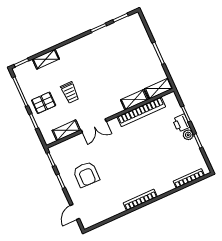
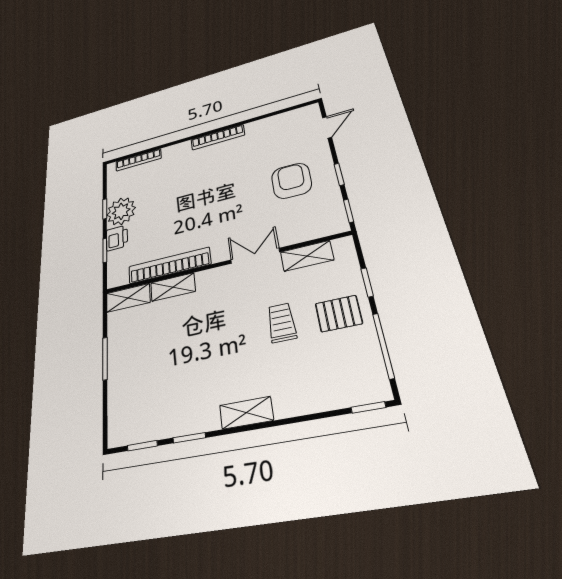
shelving: (46, 59) -> (246, 413), moved
plant: (188, 135) -> (121, 211), width x1.88, depth x1.88

